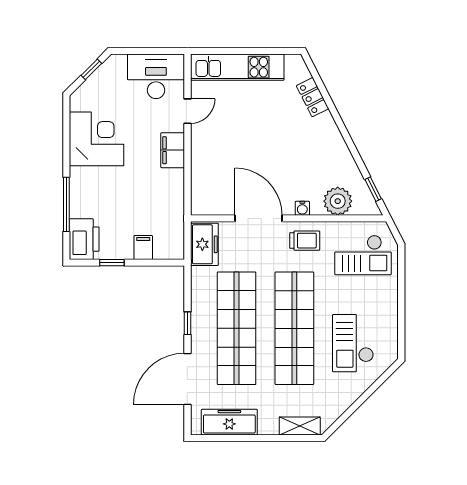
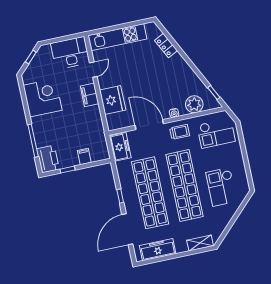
fridge: (208, 166) -> (113, 100), added

